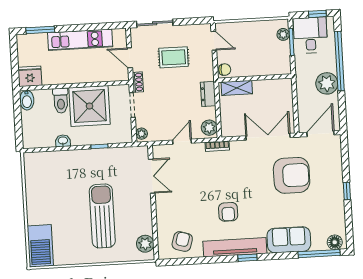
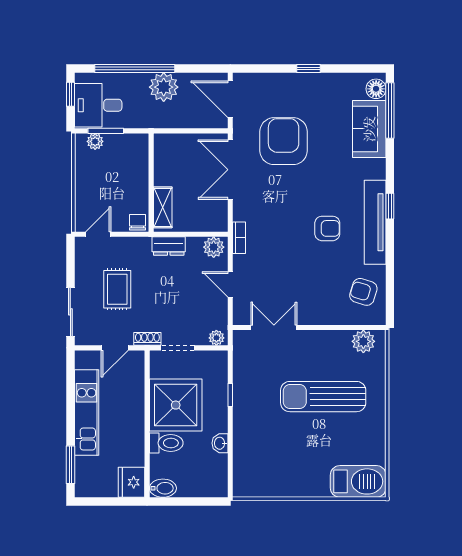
sofa: (289, 240) -> (369, 129), moved

